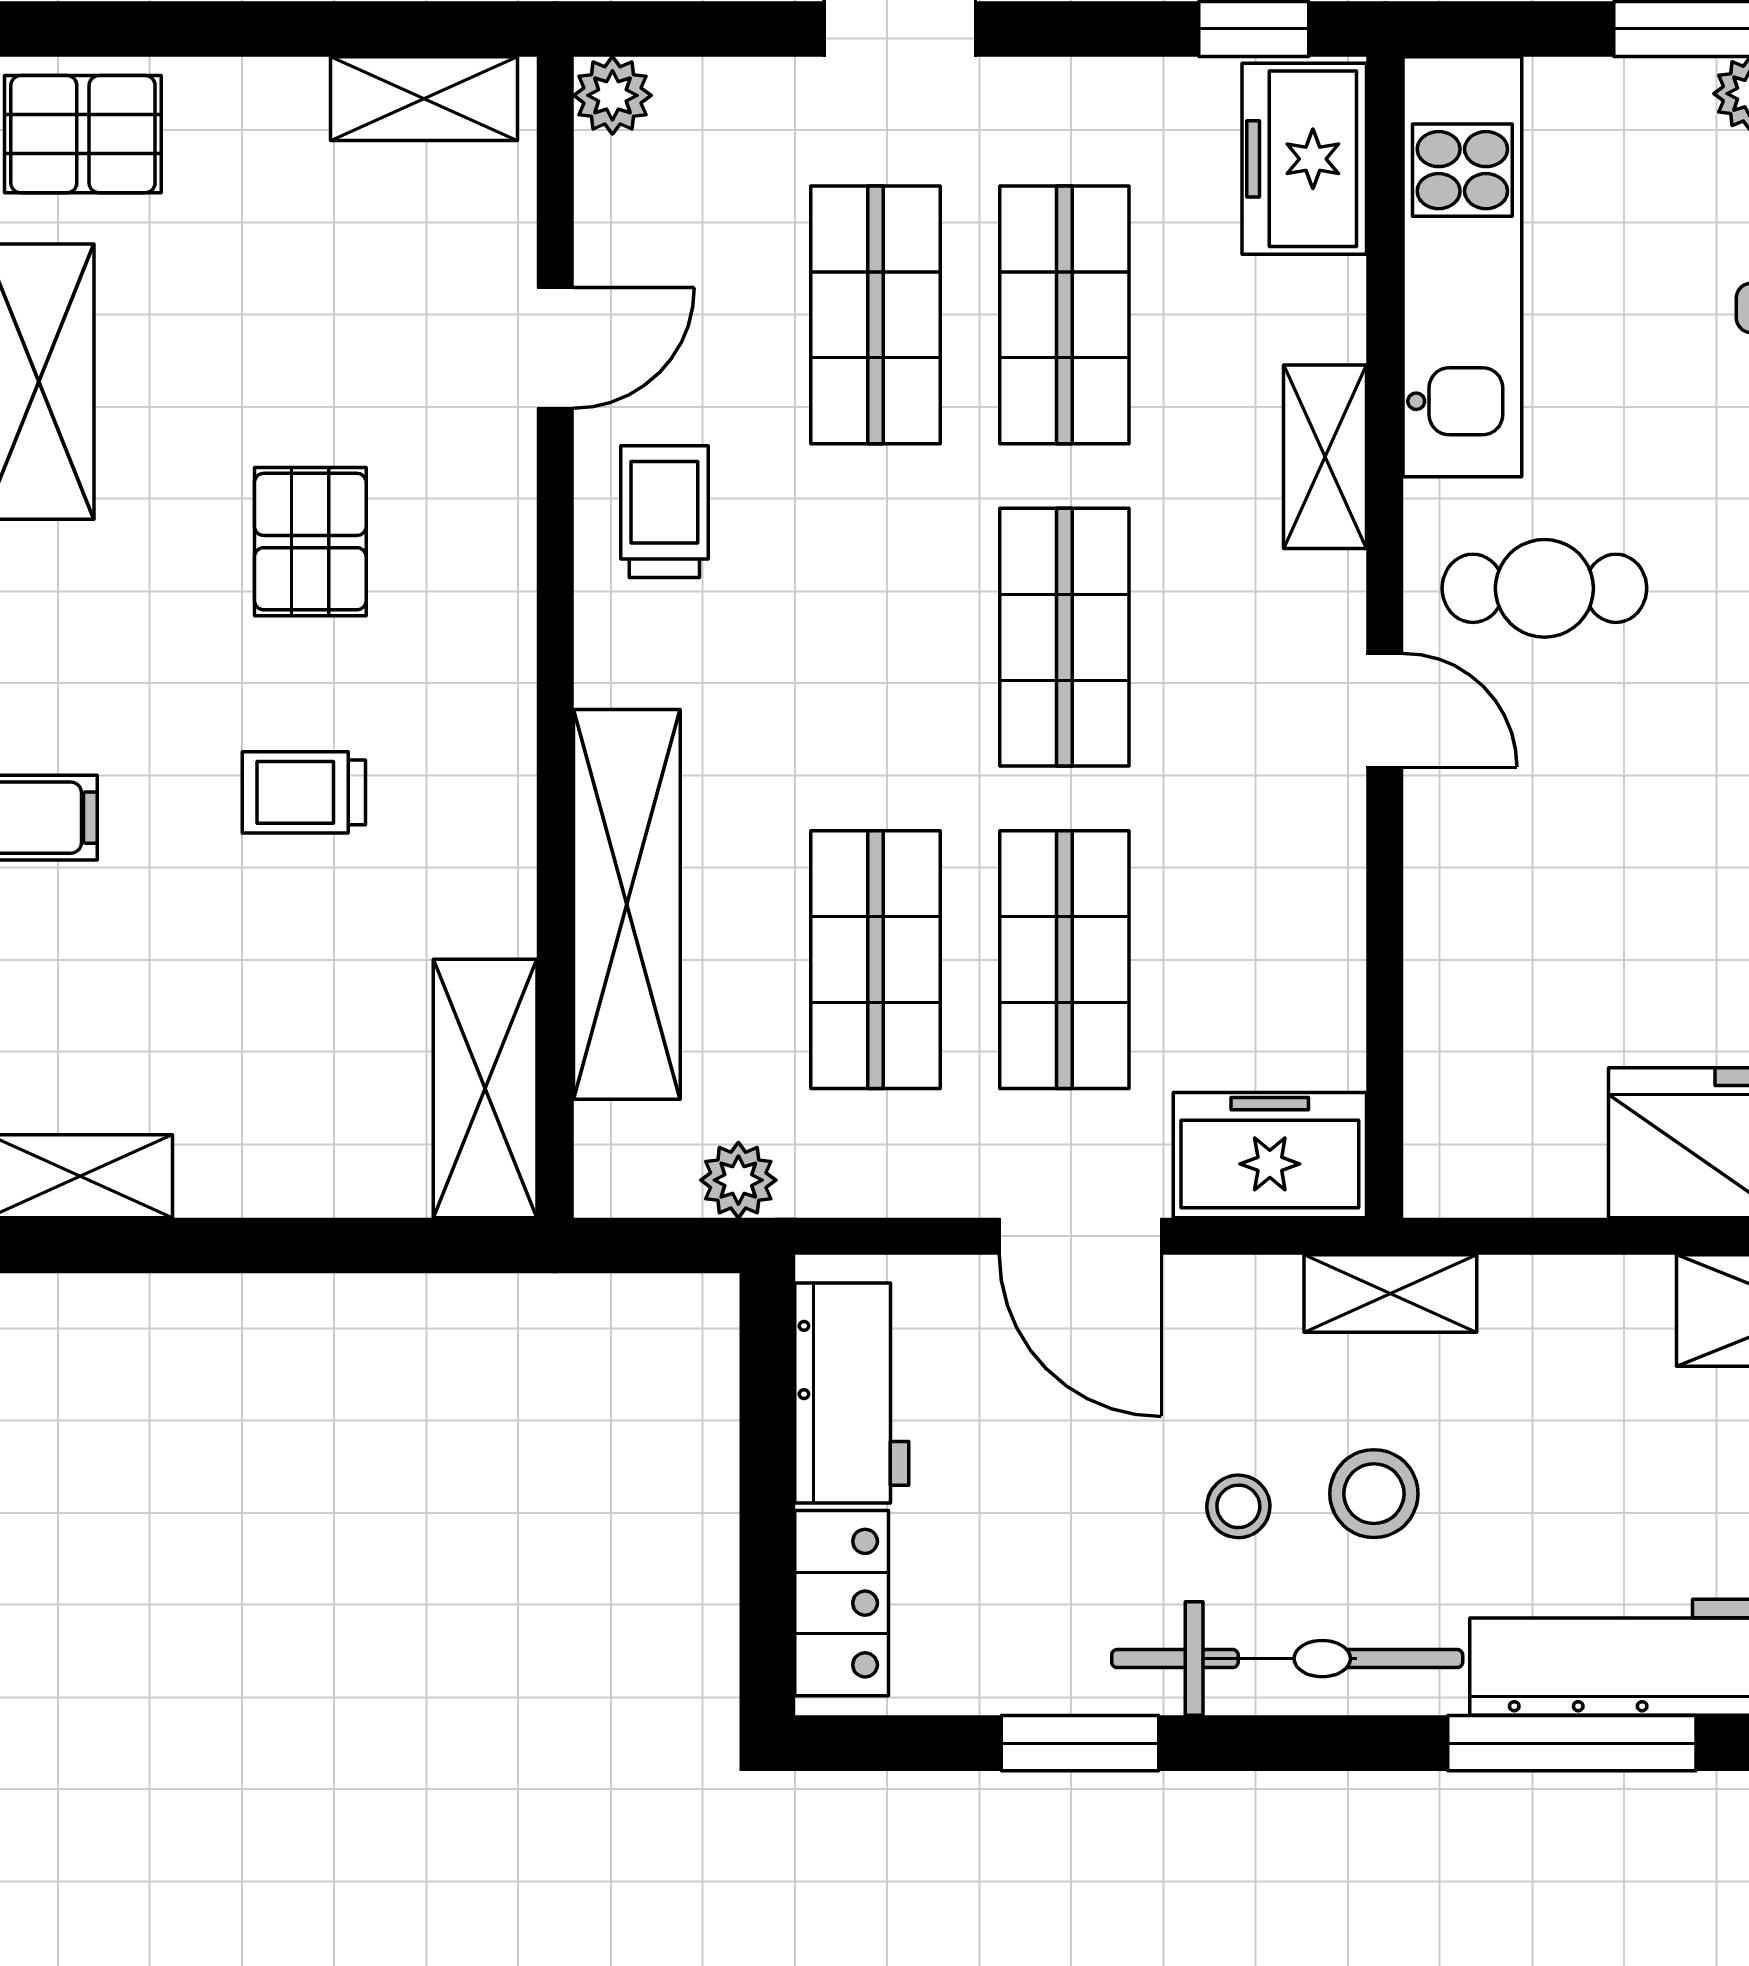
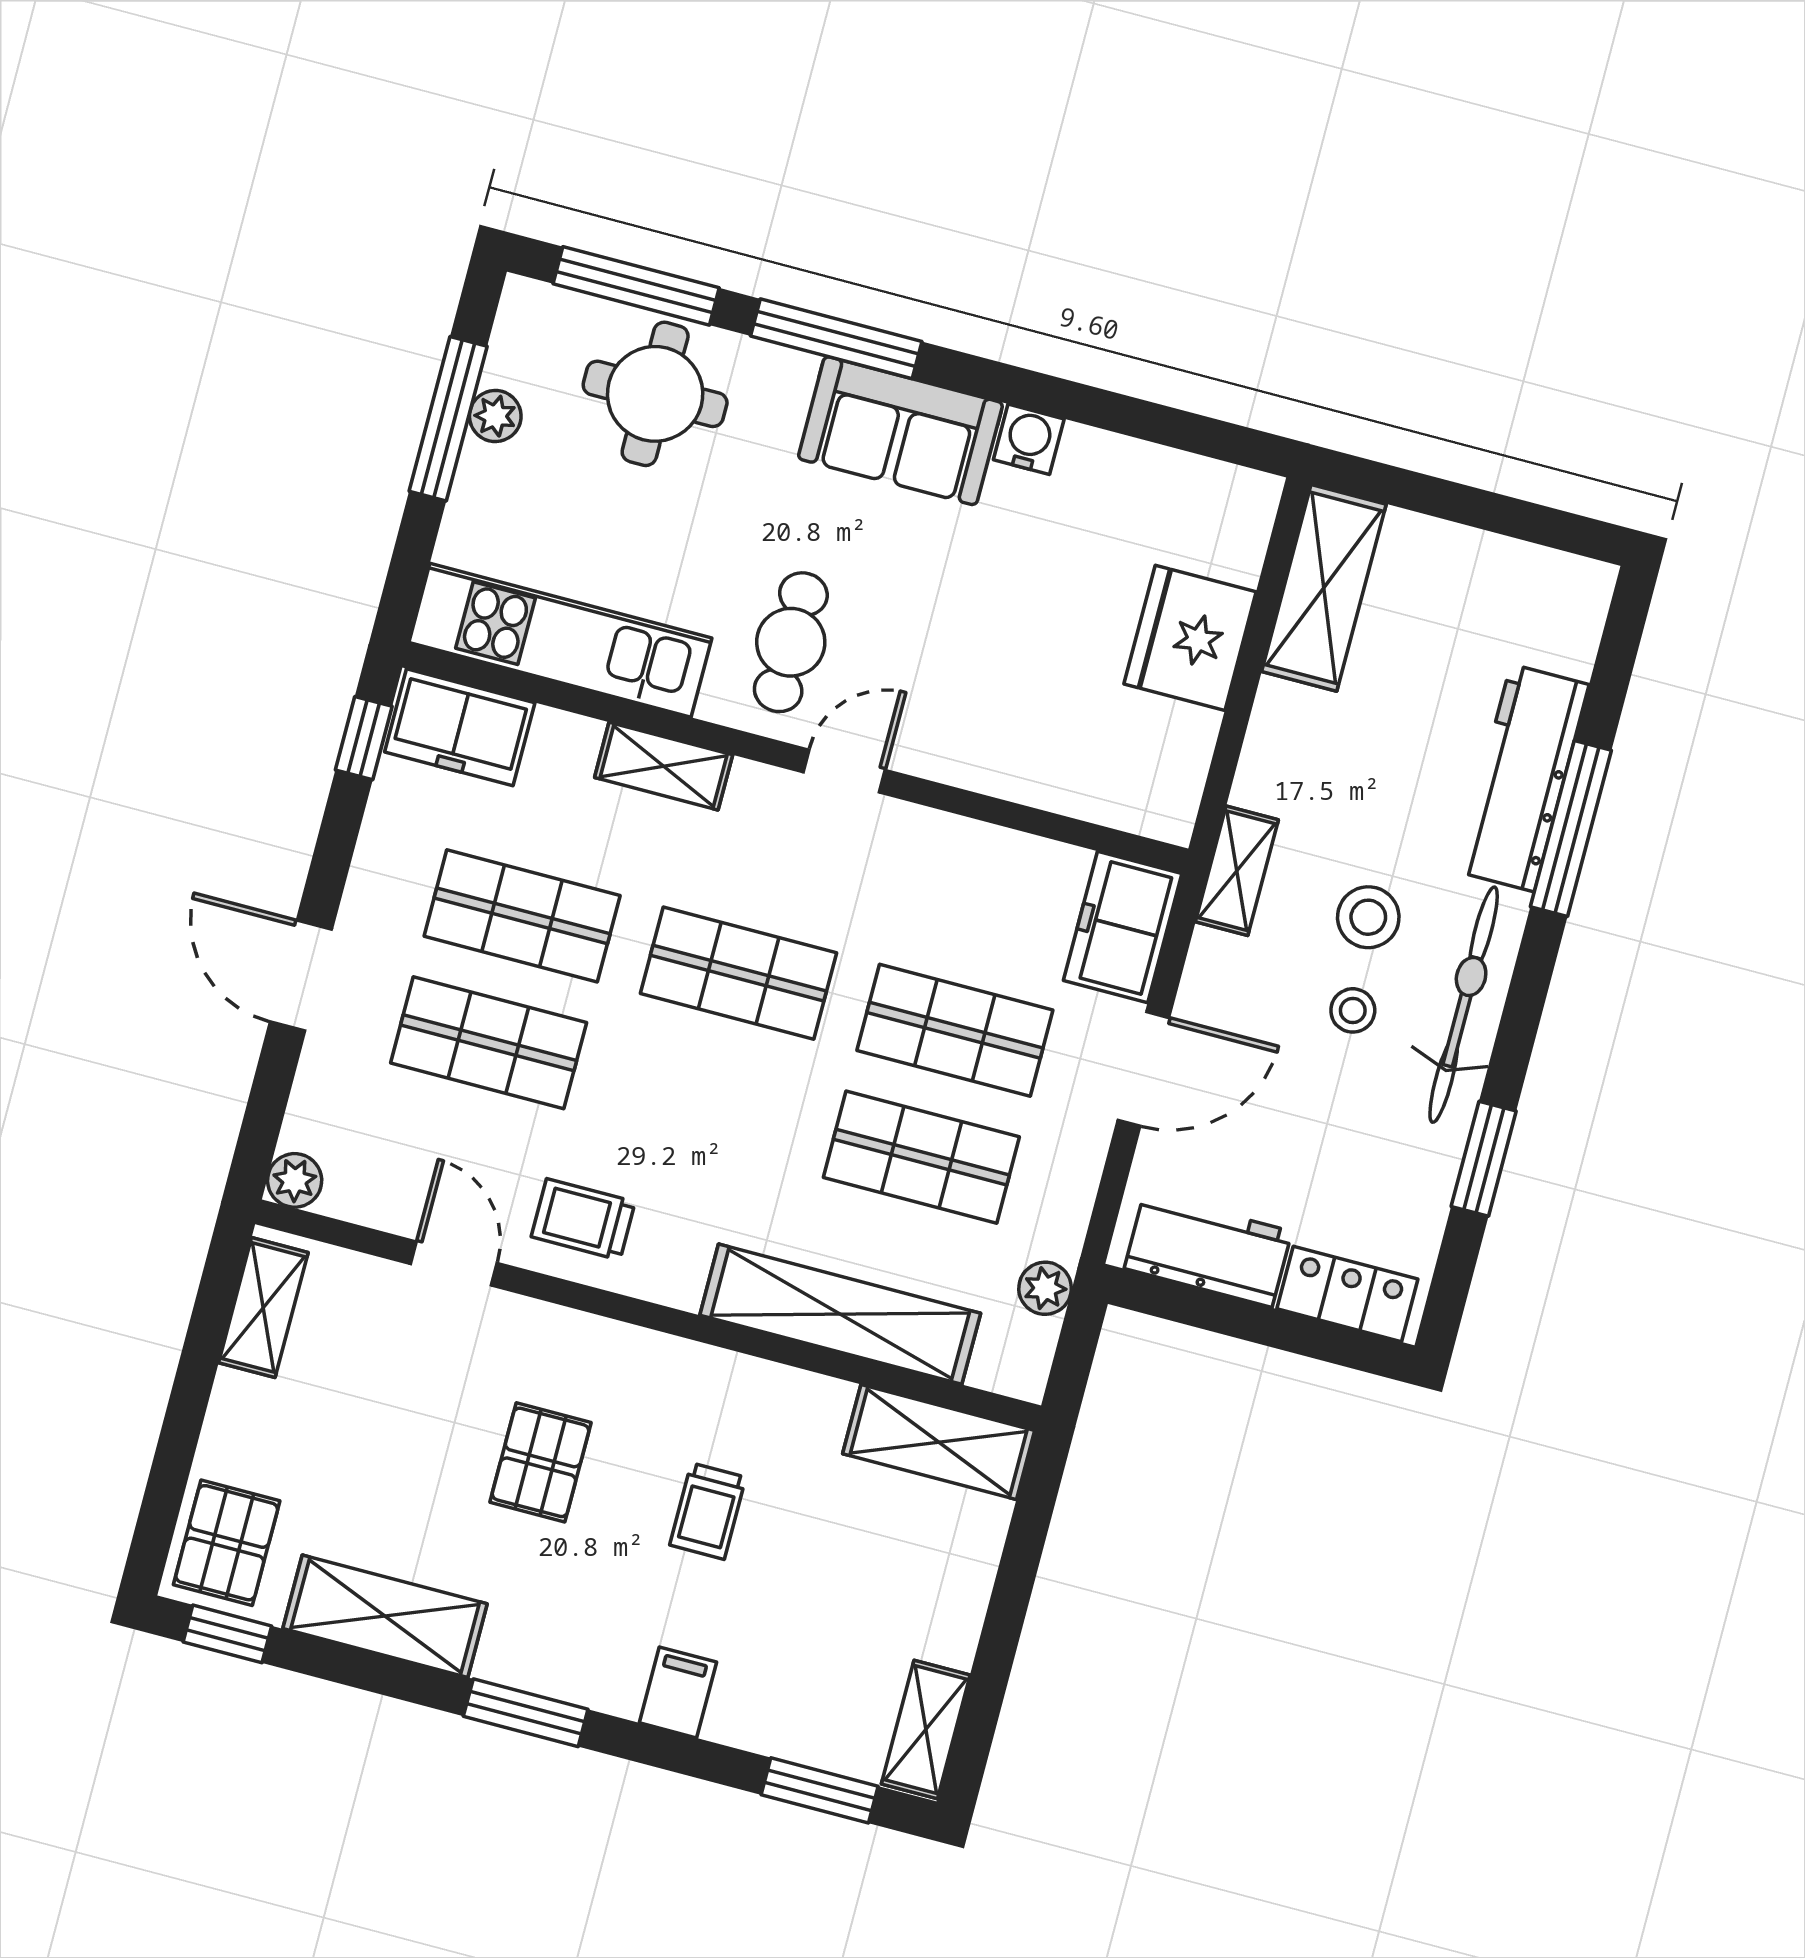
pallet: (310, 542) -> (541, 1462), turned 90

